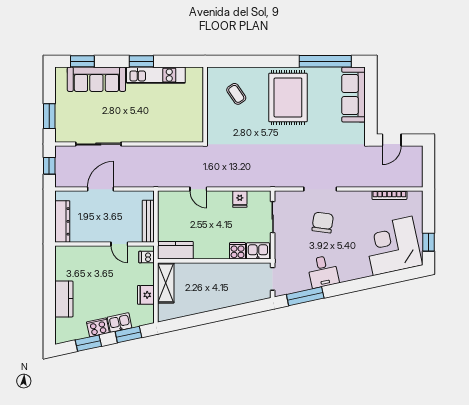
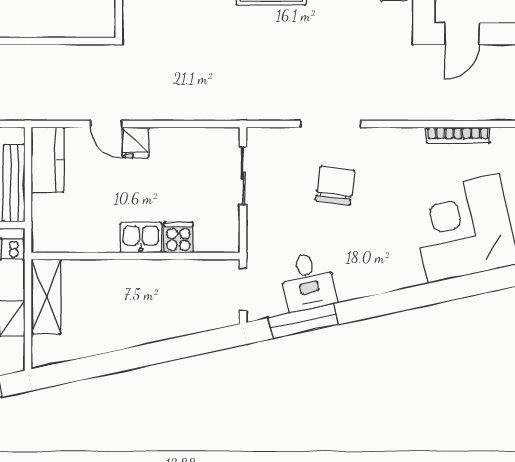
fridge: (240, 199) -> (136, 142), moved
kitchen counter: (175, 250) -> (48, 160), moved, turned 90
kitchen sink: (258, 251) -> (141, 238), moved
desk: (323, 271) -> (308, 282), moved

